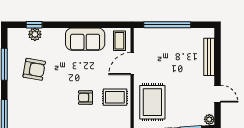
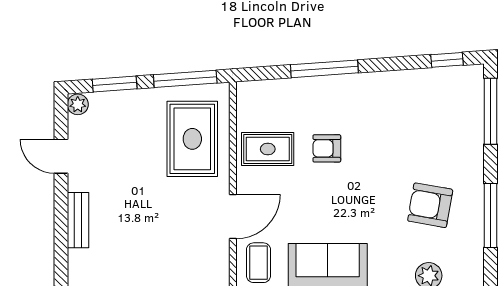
bench: (209, 57) -> (78, 220), width x0.73
armchair: (86, 98) -> (327, 148), turned 180

